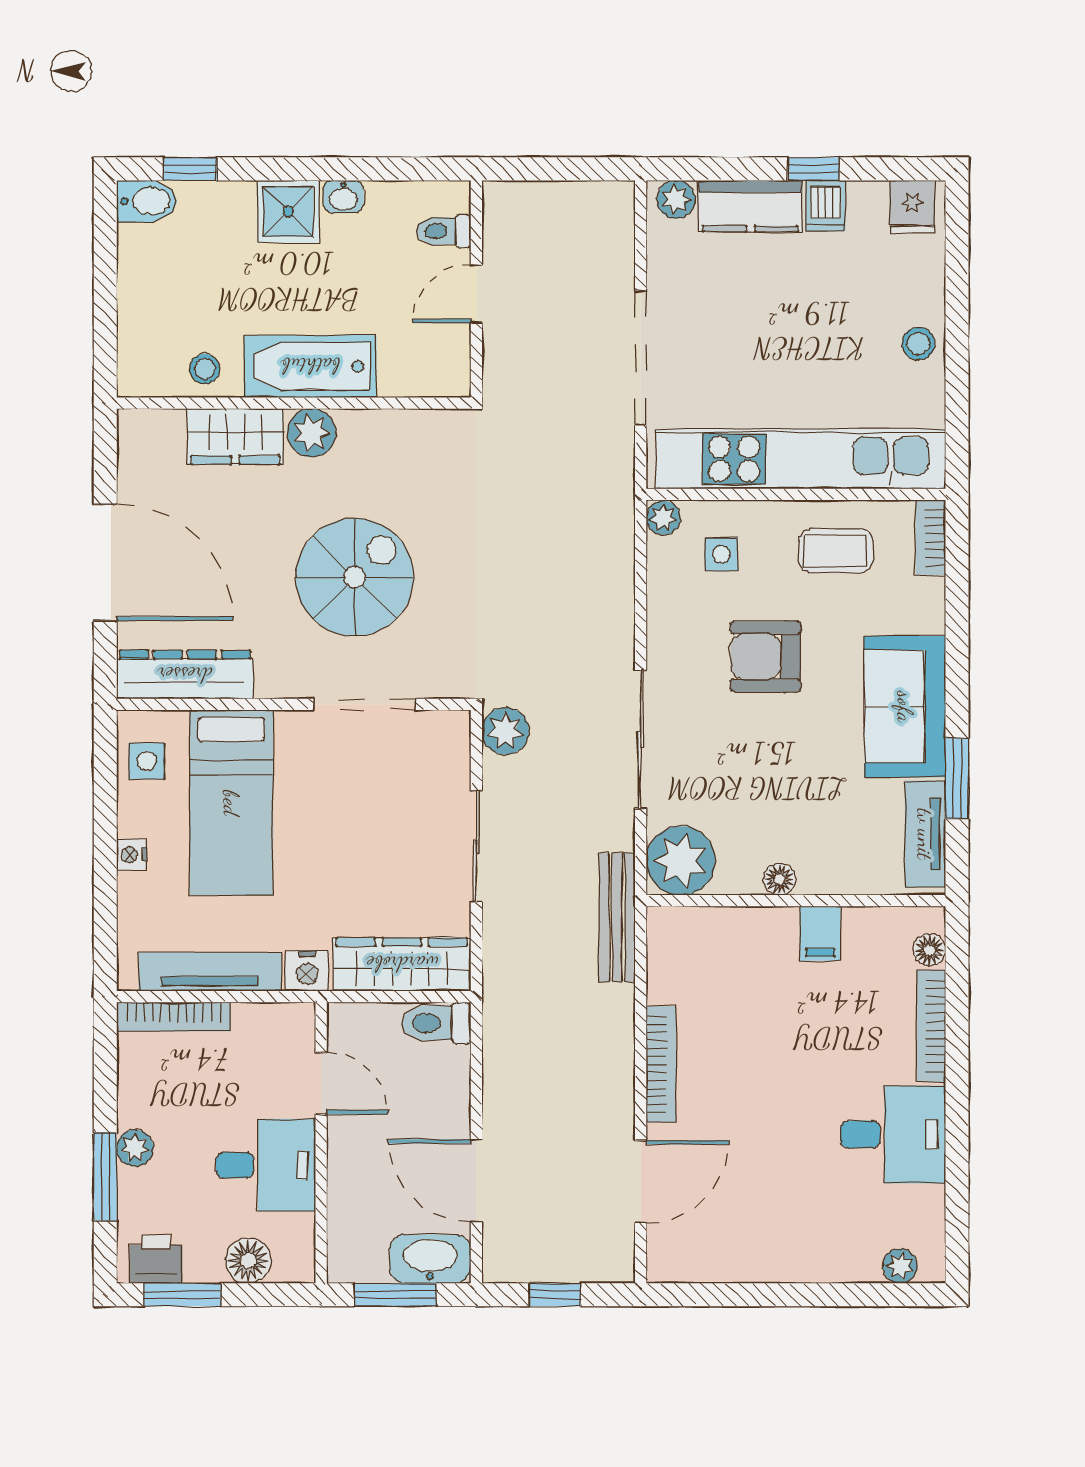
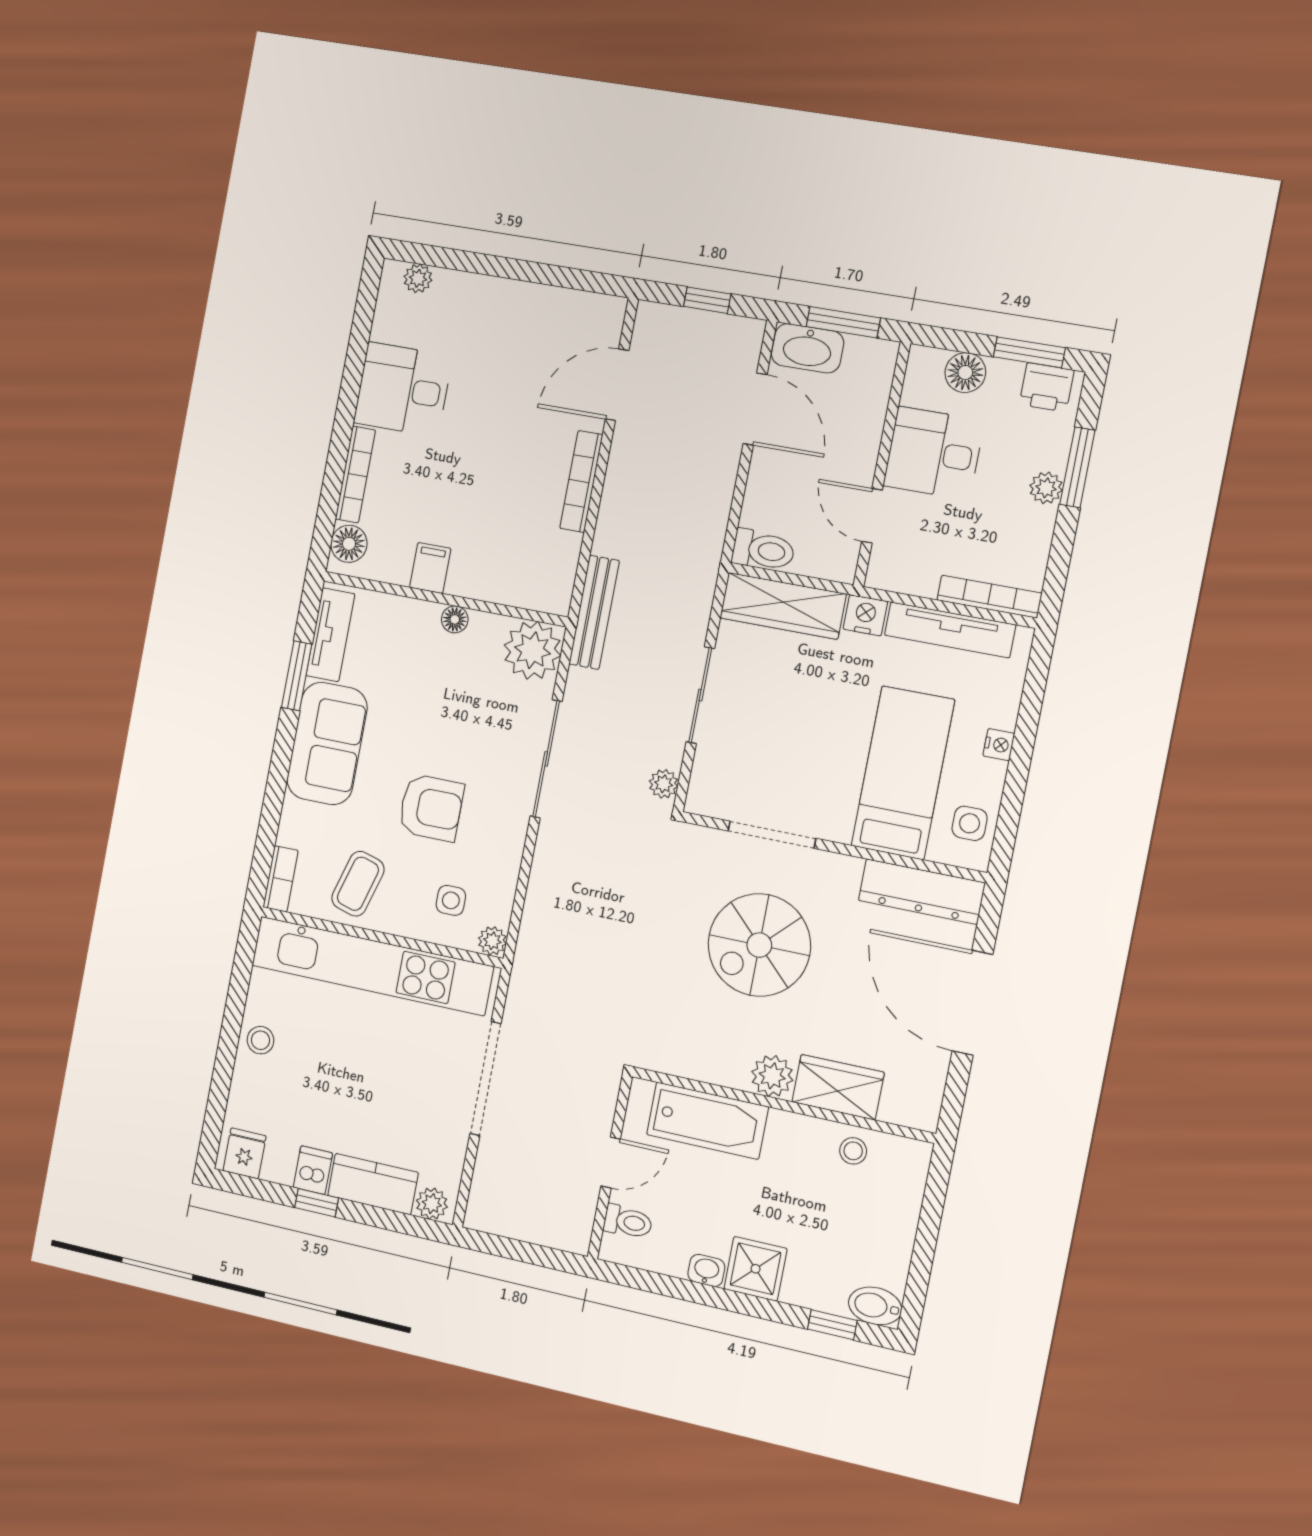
bathtub: (310, 366) -> (707, 1121), moved
coffee table: (836, 551) -> (358, 884), turned -74
plant: (505, 731) -> (664, 784), width x0.73, depth x0.73
floor lamp: (930, 950) -> (349, 544), width x1.37, depth x1.37

